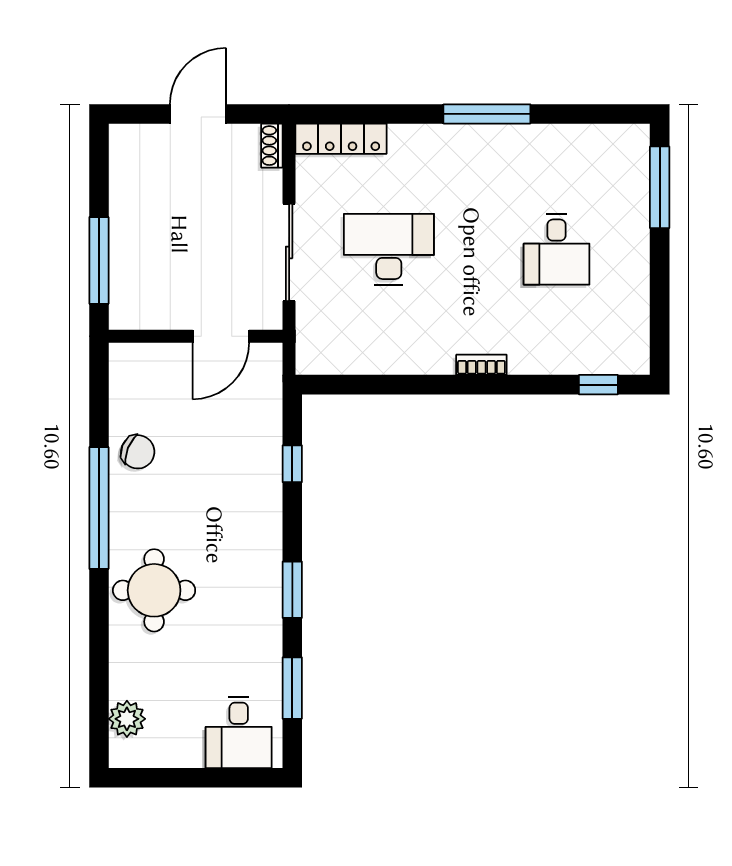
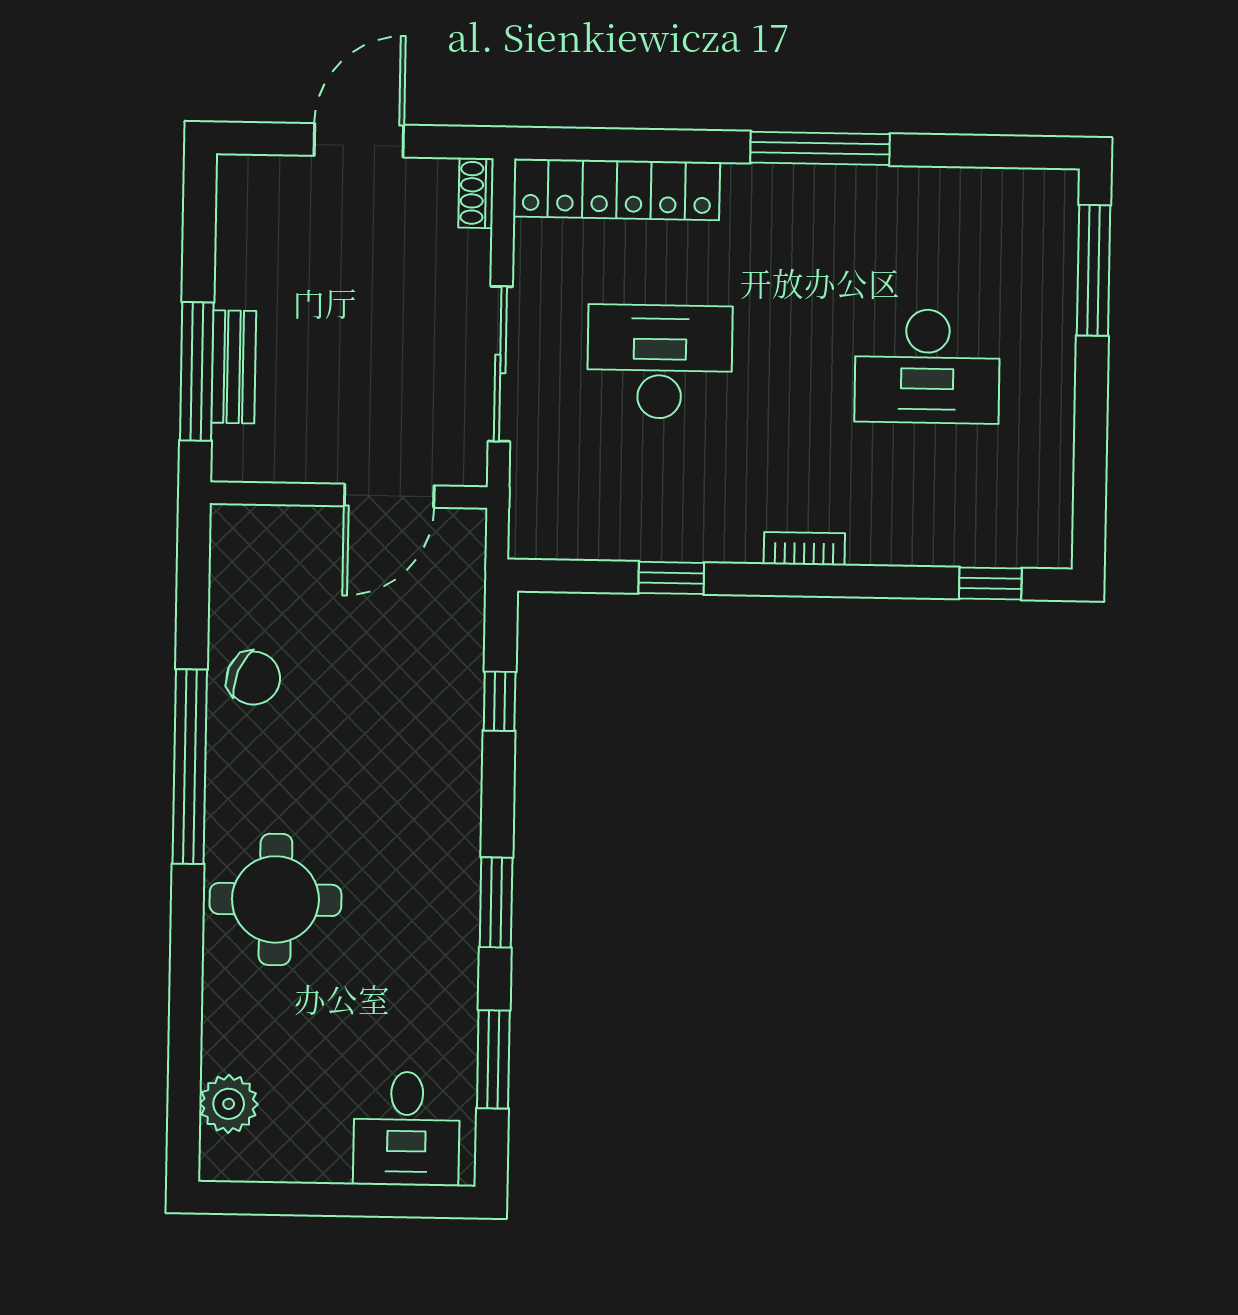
locker: (341, 139) -> (617, 189), width x1.41, depth x1.21
desk: (557, 249) -> (927, 366), width x1.37
bench: (122, 257) -> (234, 367), added
window: (398, 385) -> (671, 578), added

